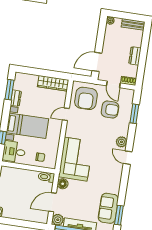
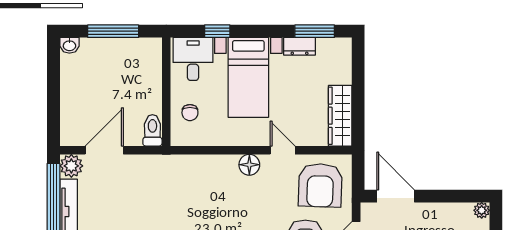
armchair: (86, 98) -> (320, 185), turned -88
corner sofa: (76, 159) -> (197, 183), removed
floor lamp: (63, 184) -> (249, 165), moved
door: (52, 202) -> (104, 150), hinge flipped

